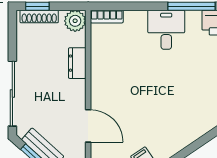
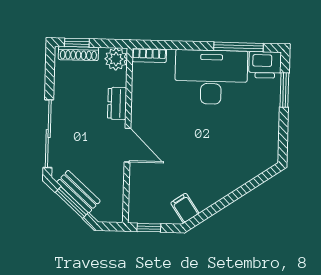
desk: (166, 30) -> (211, 77), width x1.87, depth x1.30
door: (88, 126) -> (127, 145), moved

